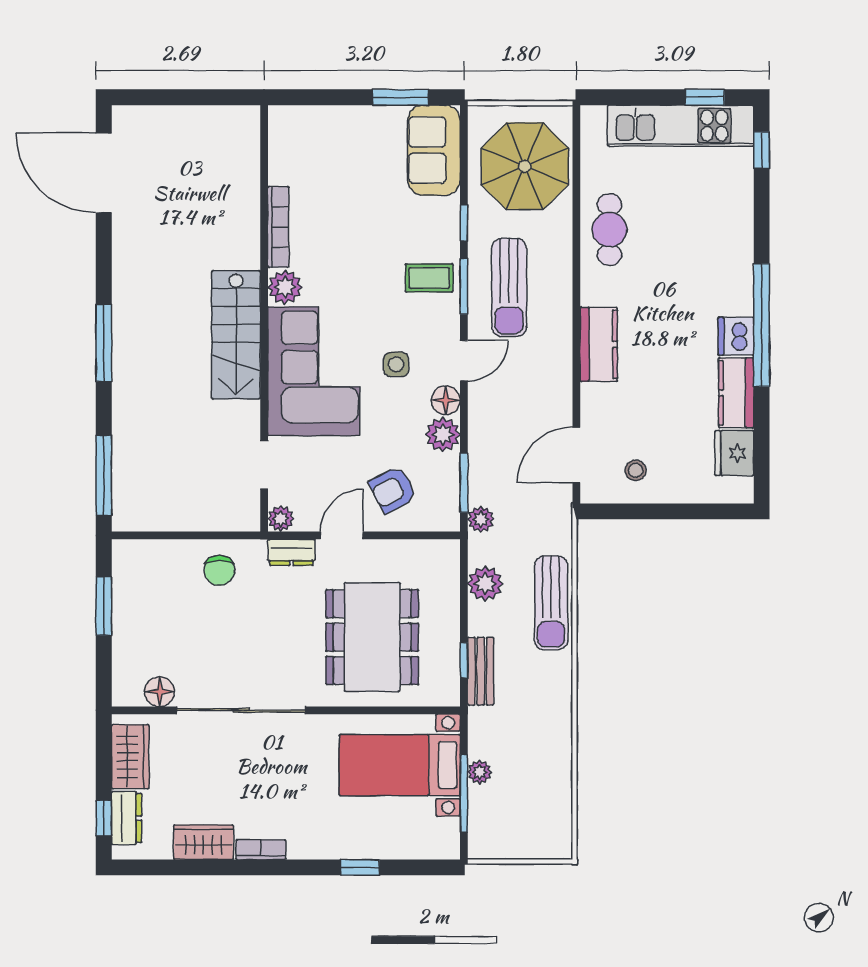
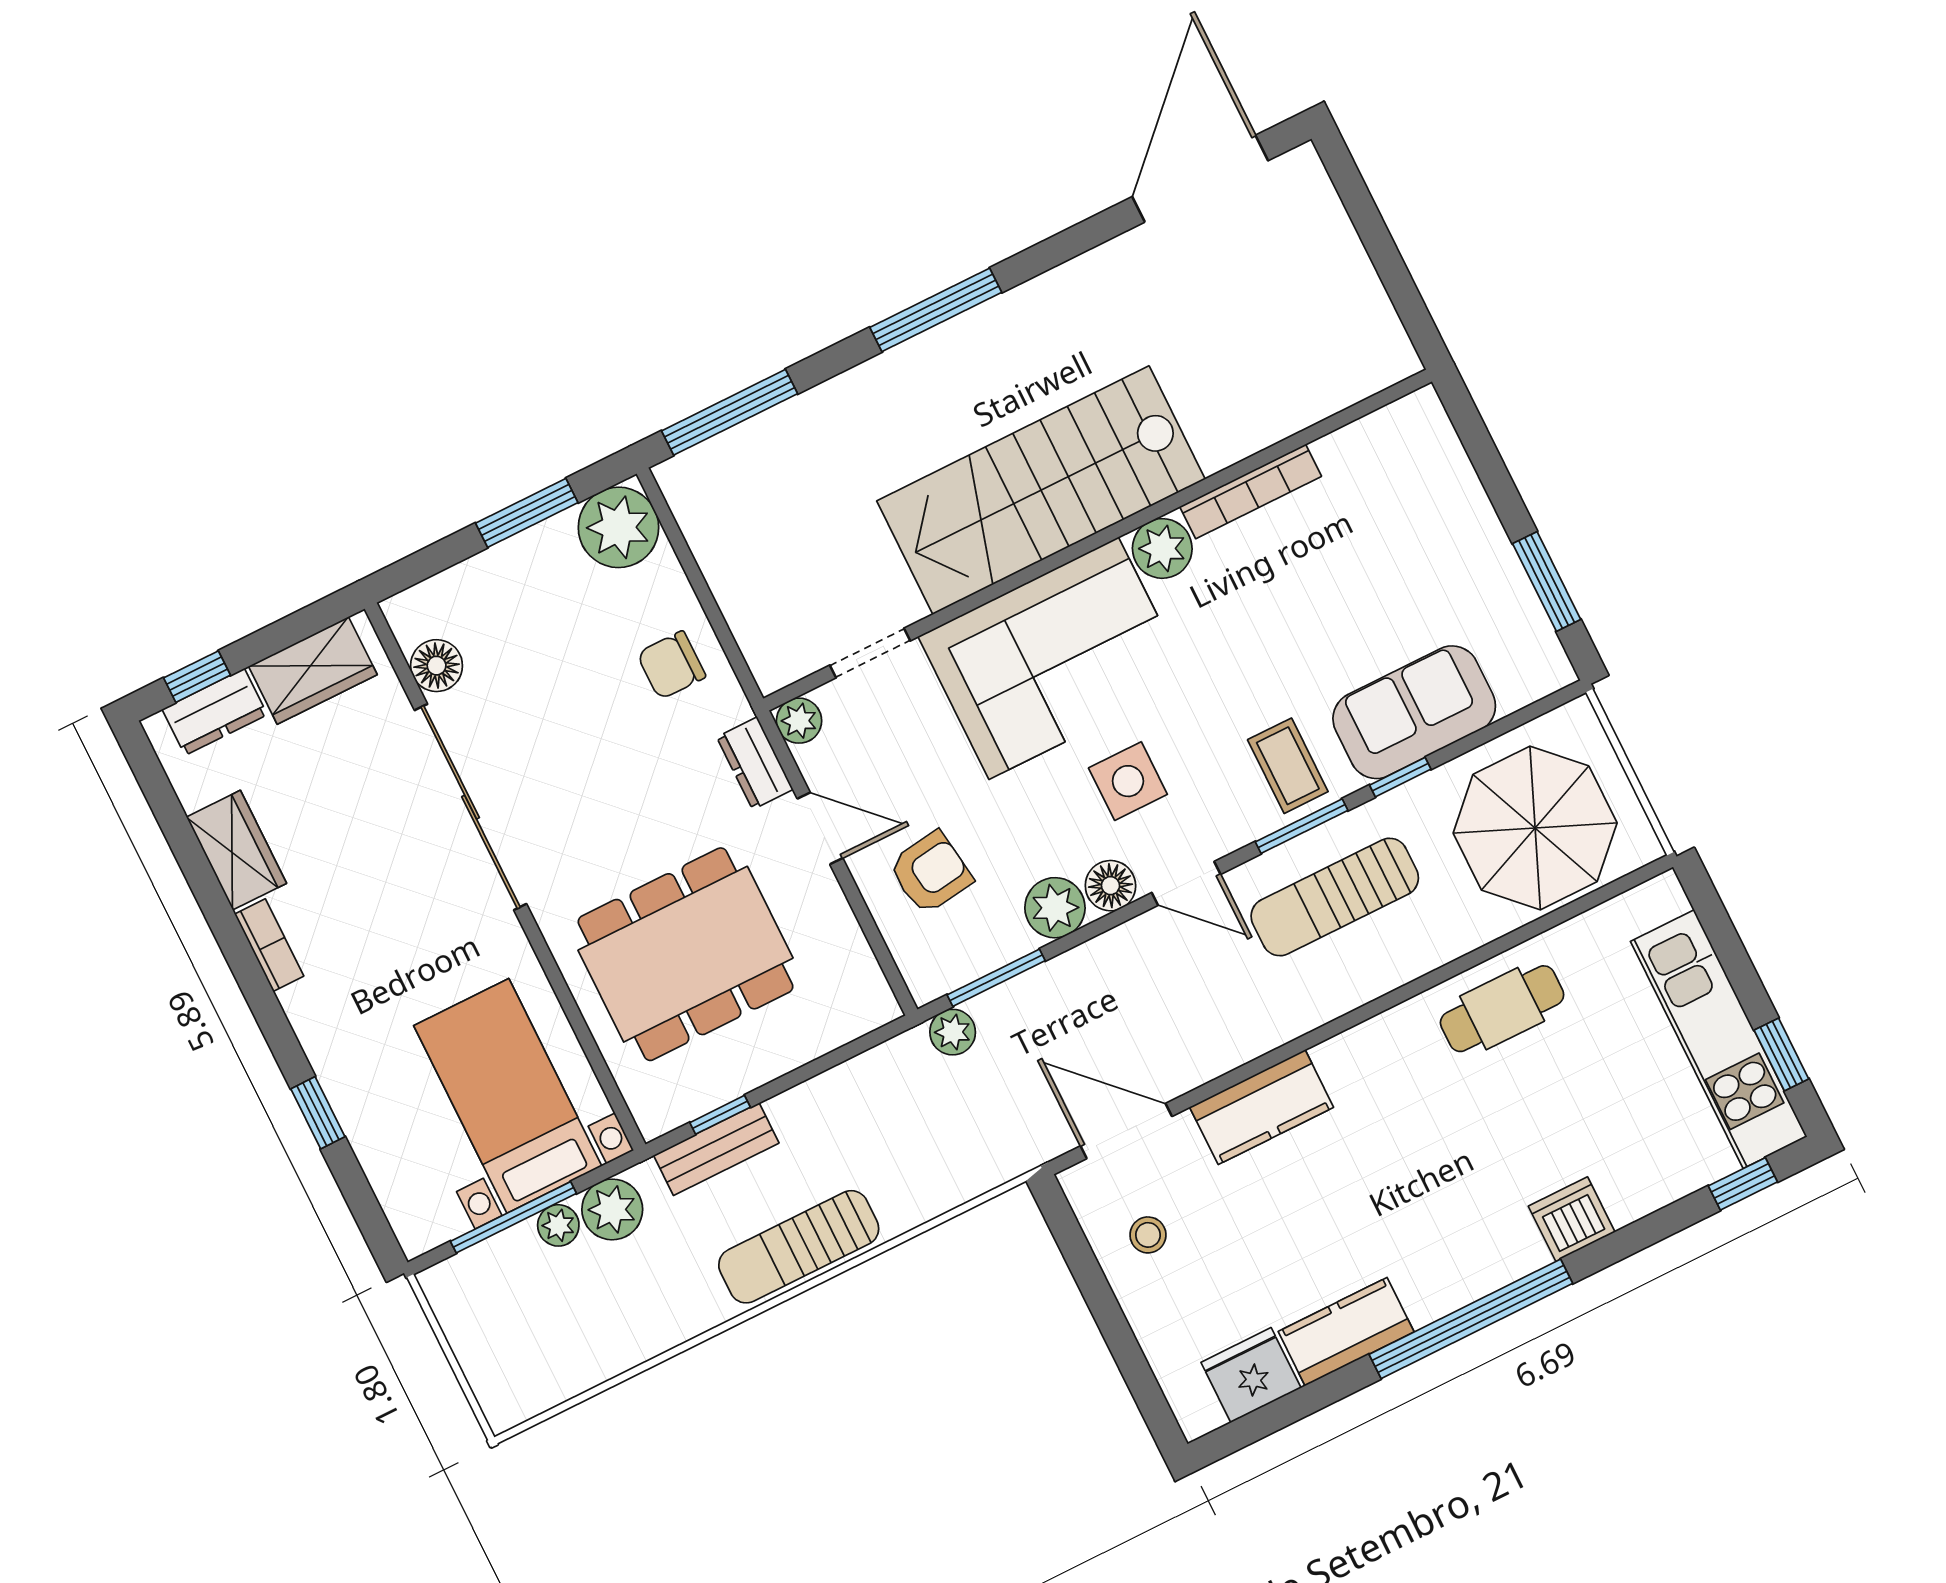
sofa: (434, 150) -> (1414, 712), moved
stairs: (236, 335) -> (1041, 490), width x1.36, depth x1.51
dishwasher: (736, 336) -> (1572, 1219), moved
kitchen counter: (599, 344) -> (1262, 1107), moved
side table: (396, 364) -> (1128, 781), width x1.37, depth x1.37
armchair: (393, 490) -> (931, 873), turned 110
plant: (135, 562) -> (619, 527), added
plant: (485, 584) -> (612, 1209), moved
sun lounger: (551, 603) -> (799, 1247), moved

